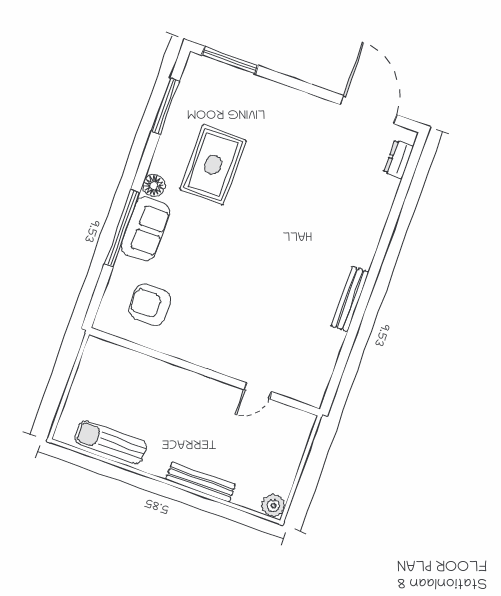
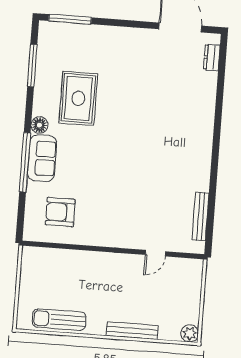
bench: (350, 299) -> (201, 216), moved

